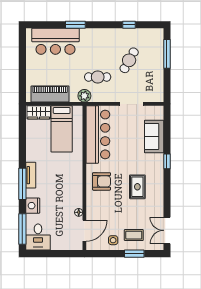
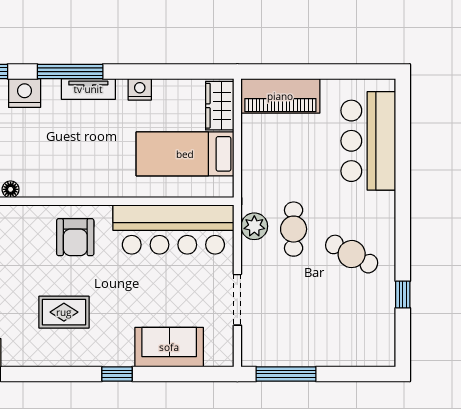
window: (75, 25) -> (403, 182), removed
window: (167, 54) -> (286, 374), moved
cafe table: (129, 60) -> (352, 254), moved
piano: (50, 94) -> (280, 96), moved, turned 90
plant: (84, 96) -> (254, 226), moved
nightstand: (31, 151) -> (140, 89), added

